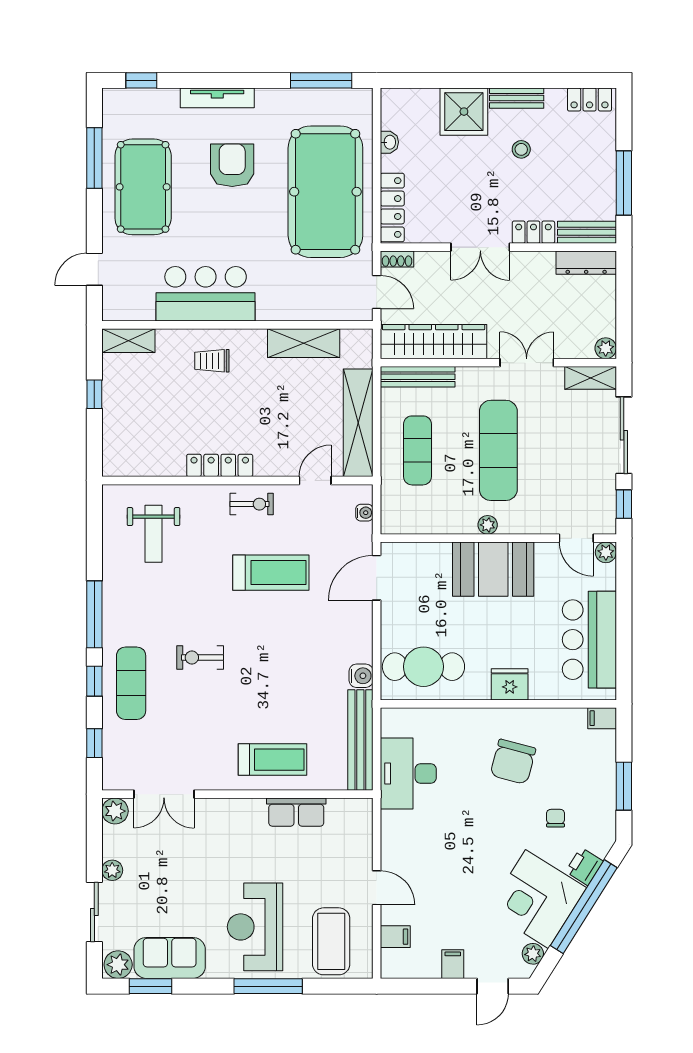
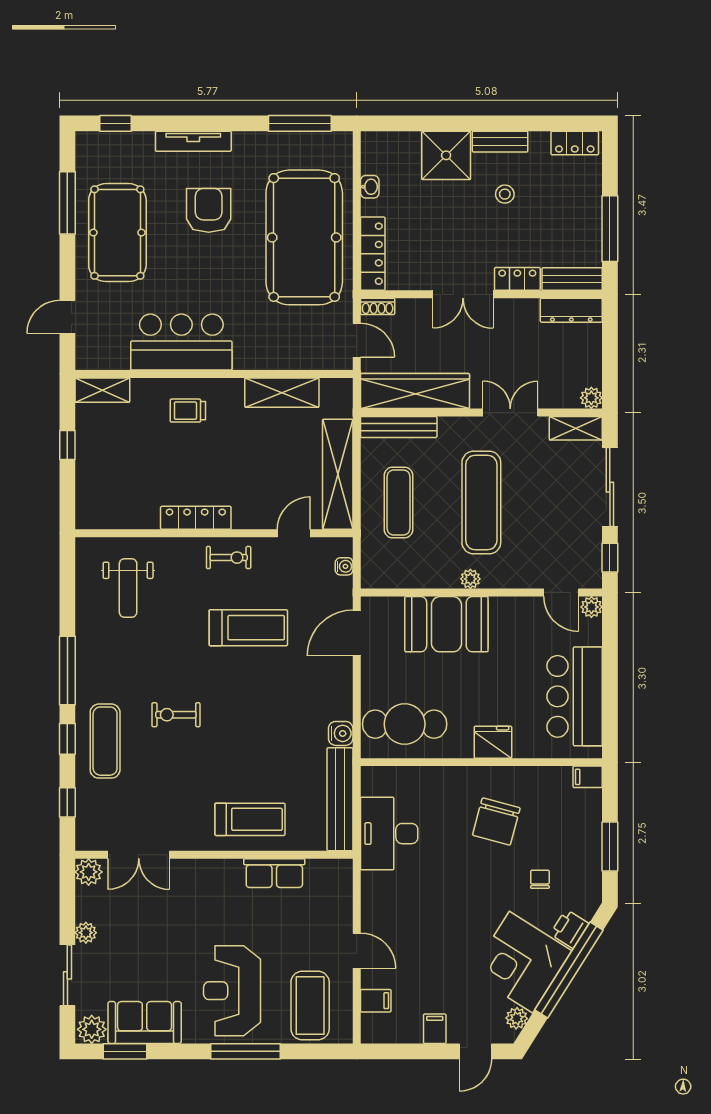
booth: (493, 569) -> (446, 624), moved

